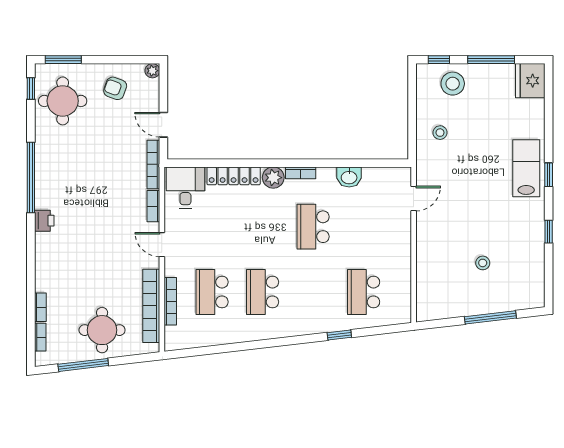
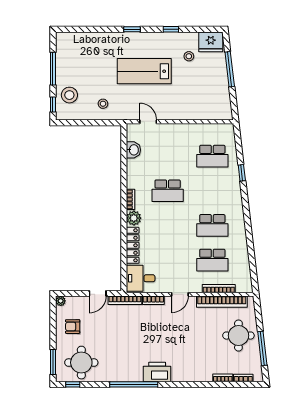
fridge: (530, 81) -> (211, 42), moved
armchair: (115, 88) -> (73, 327), turned 70
lab bench: (526, 168) -> (144, 71), moved, width x1.36, depth x1.39
washbasin: (349, 177) -> (133, 150), moved
printer: (44, 221) -> (157, 372), width x1.87, depth x1.48
stool: (483, 263) -> (189, 56), moved

